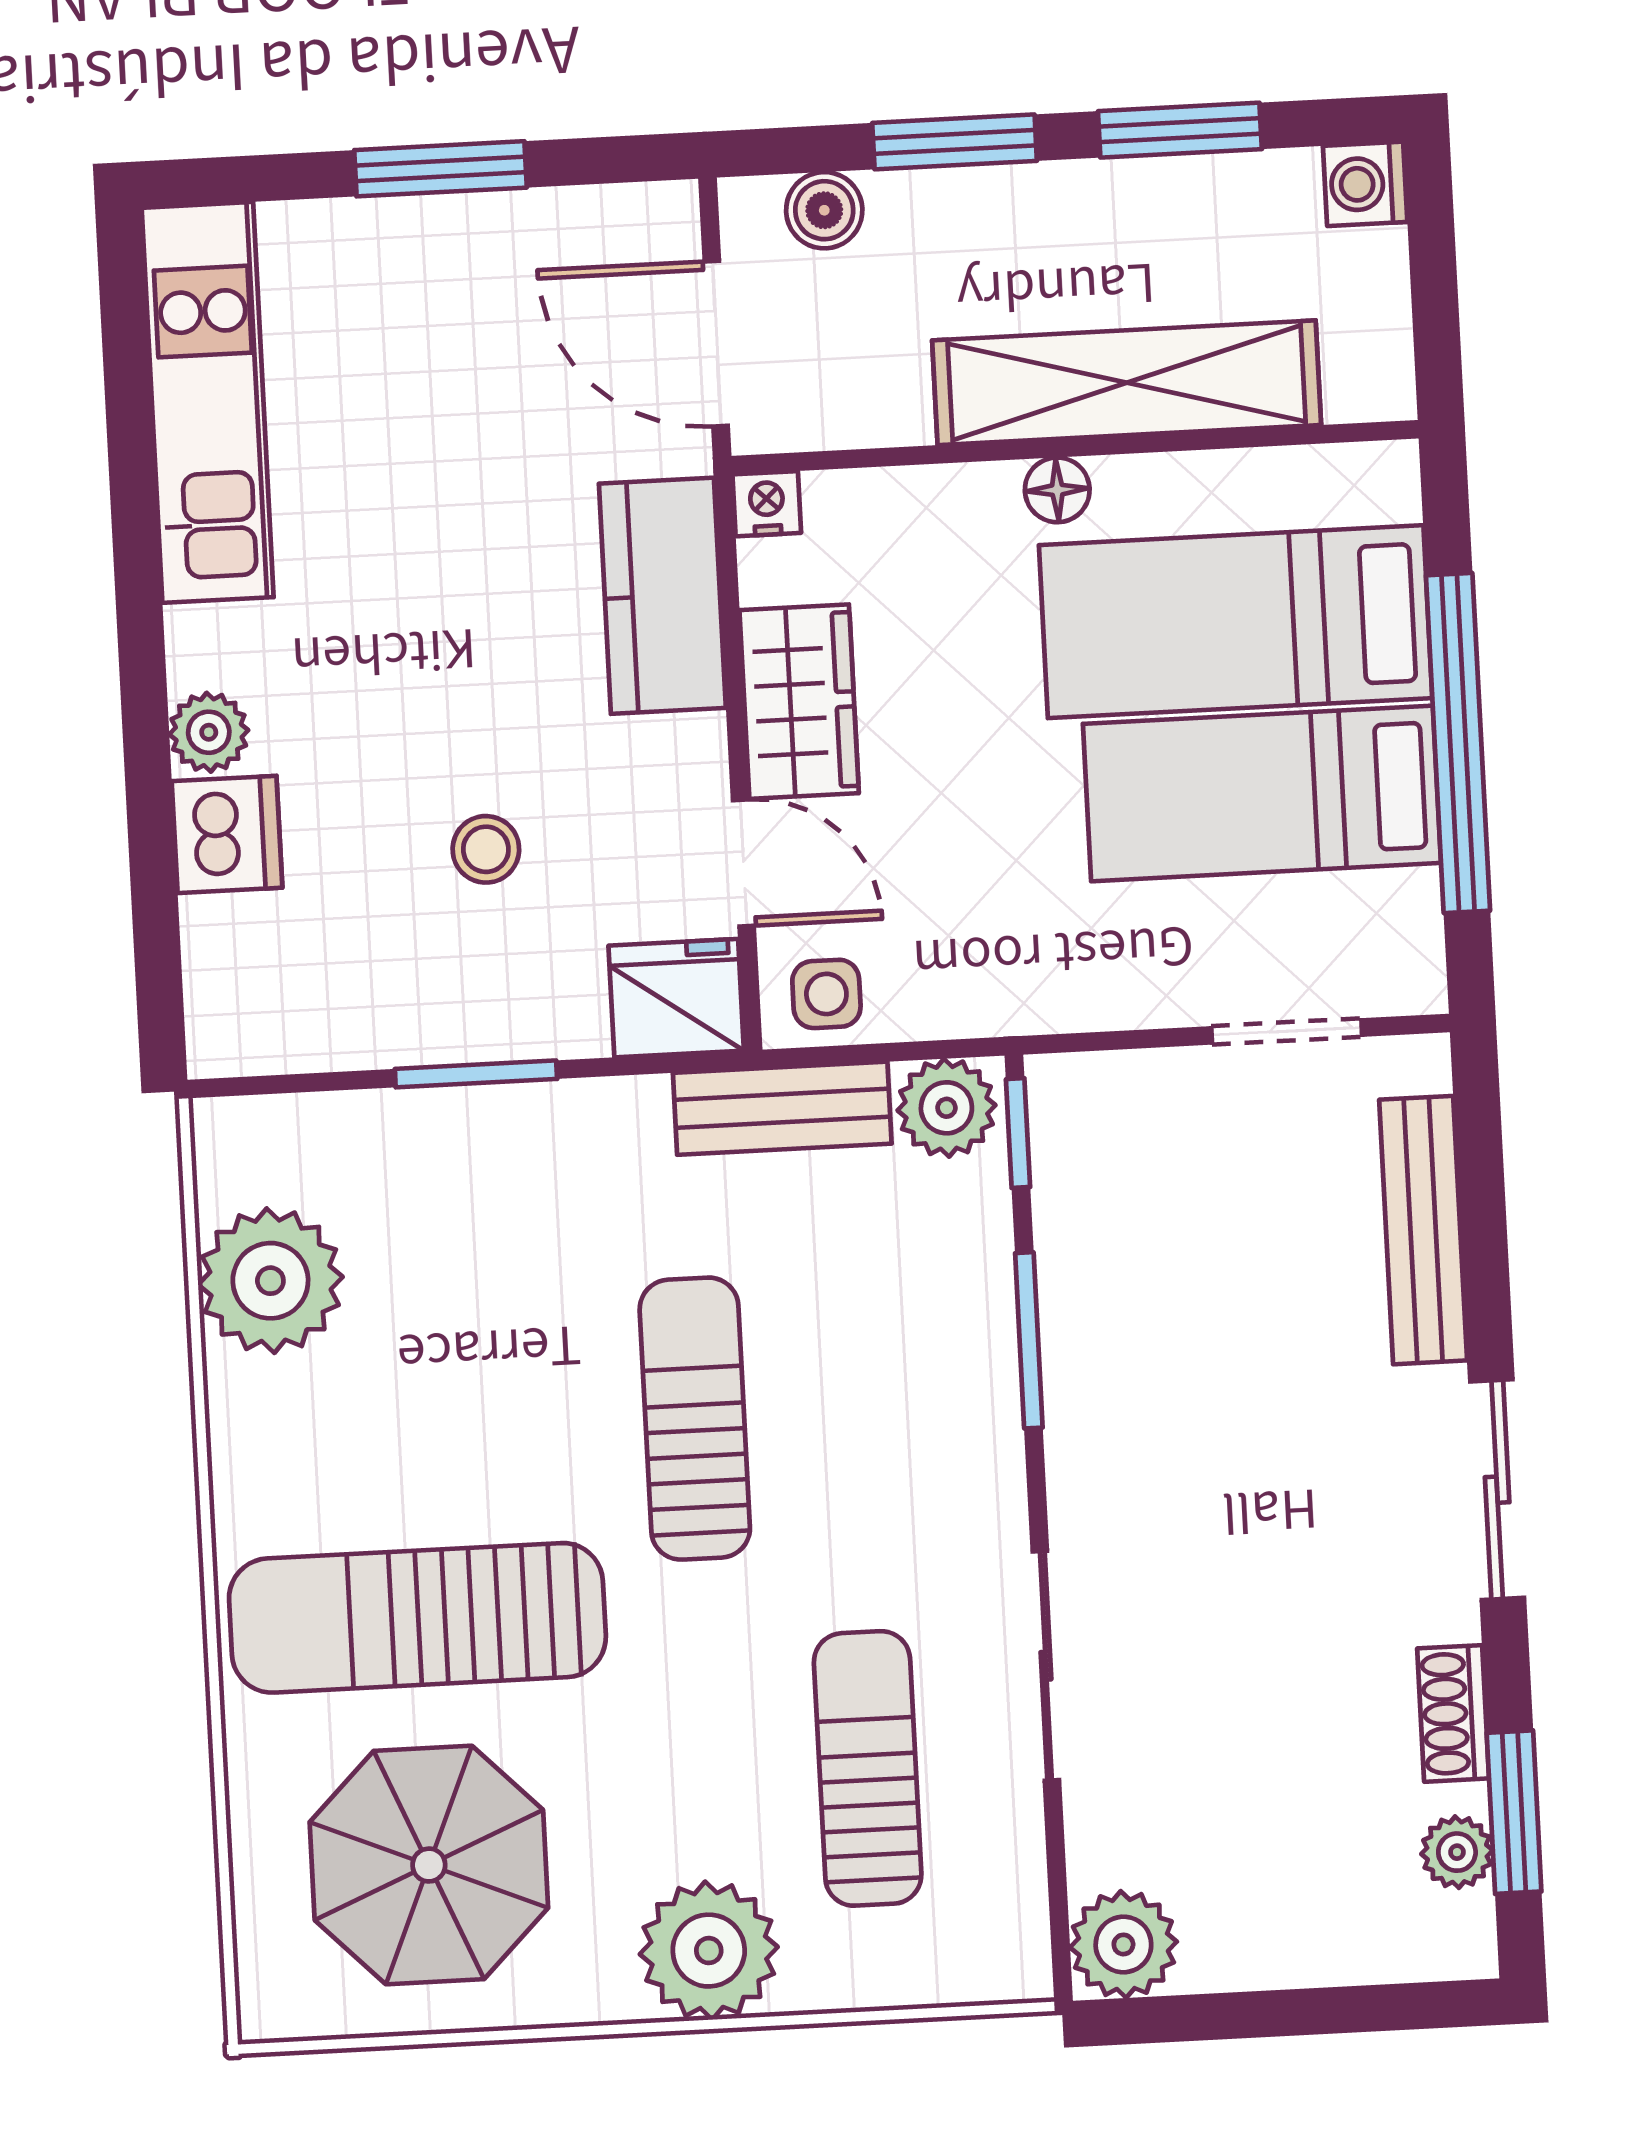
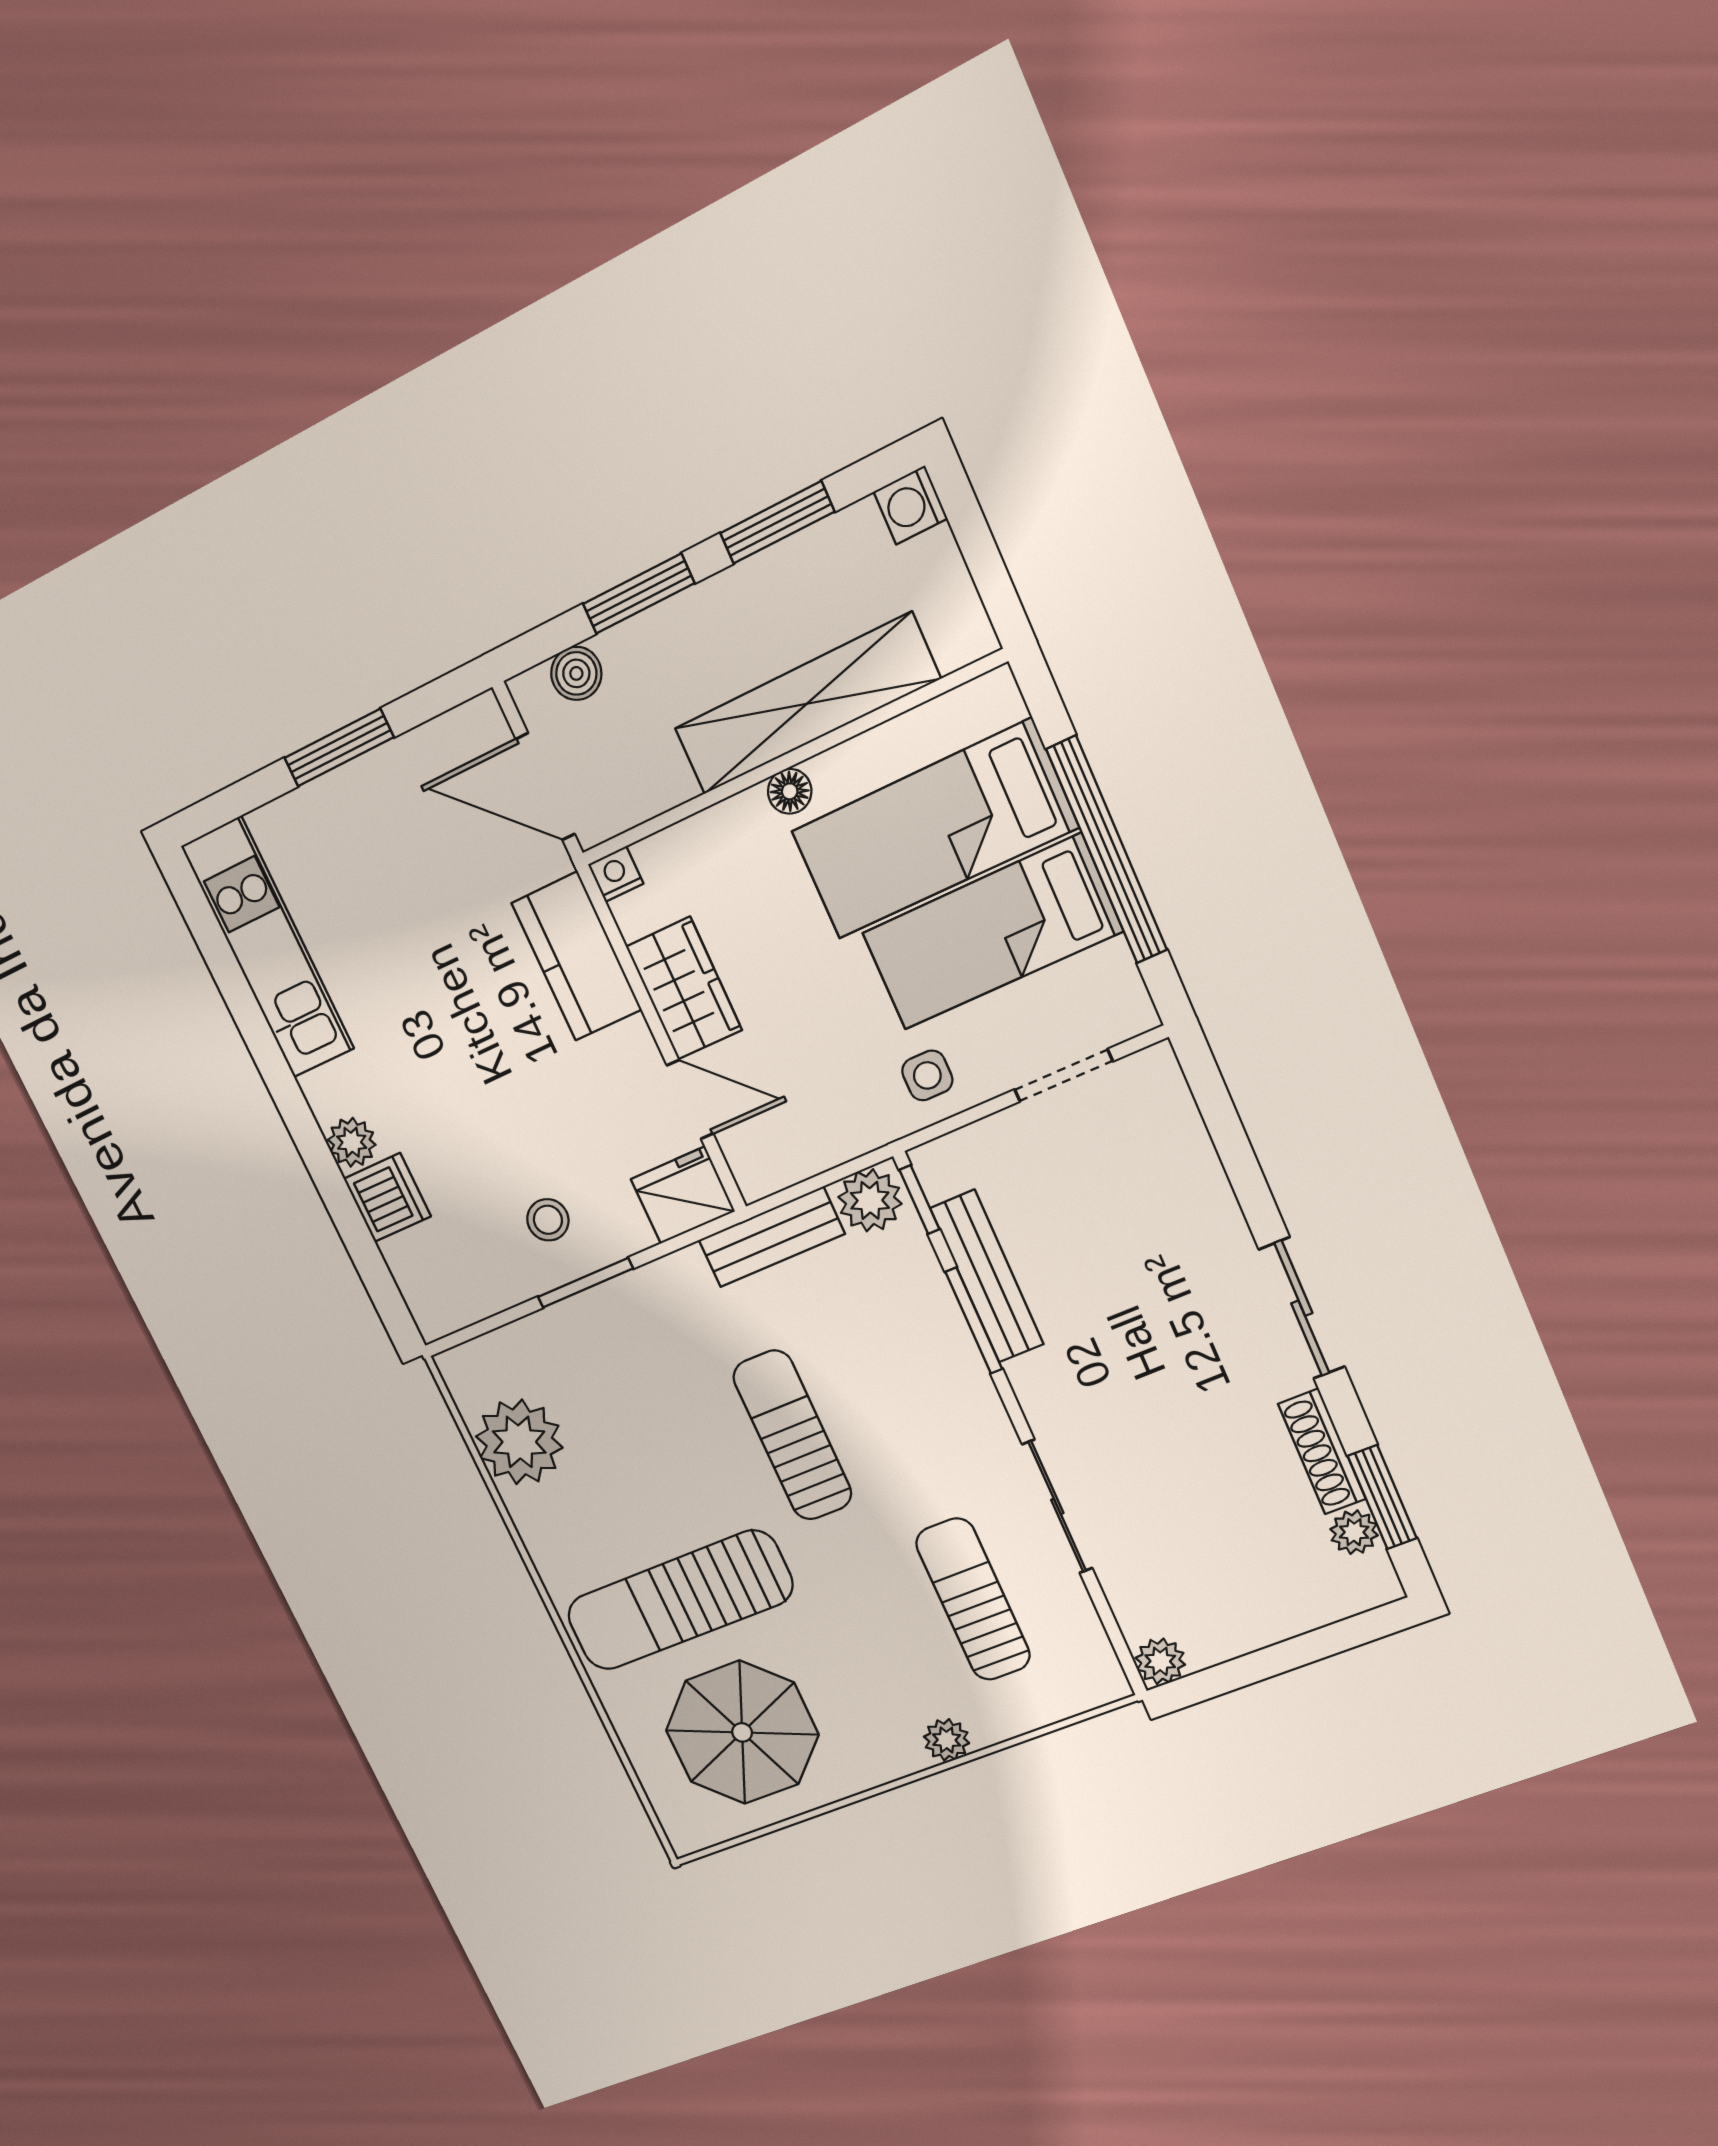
stool: (486, 849) -> (548, 1220), moved
side table: (826, 994) -> (927, 1075), moved
bench: (1423, 1230) -> (987, 1276), moved
shoe rack: (1453, 1713) -> (1322, 1451), width x1.43
plant: (1123, 1944) -> (1160, 1661), width x0.73, depth x0.73
plant: (709, 1951) -> (947, 1740), width x0.53, depth x0.53

